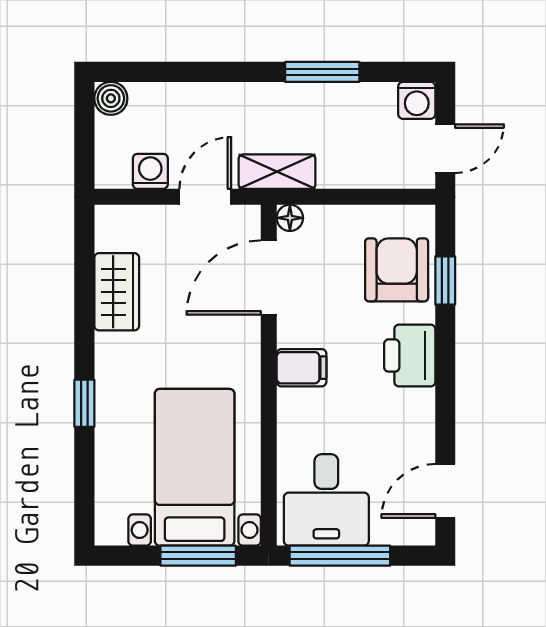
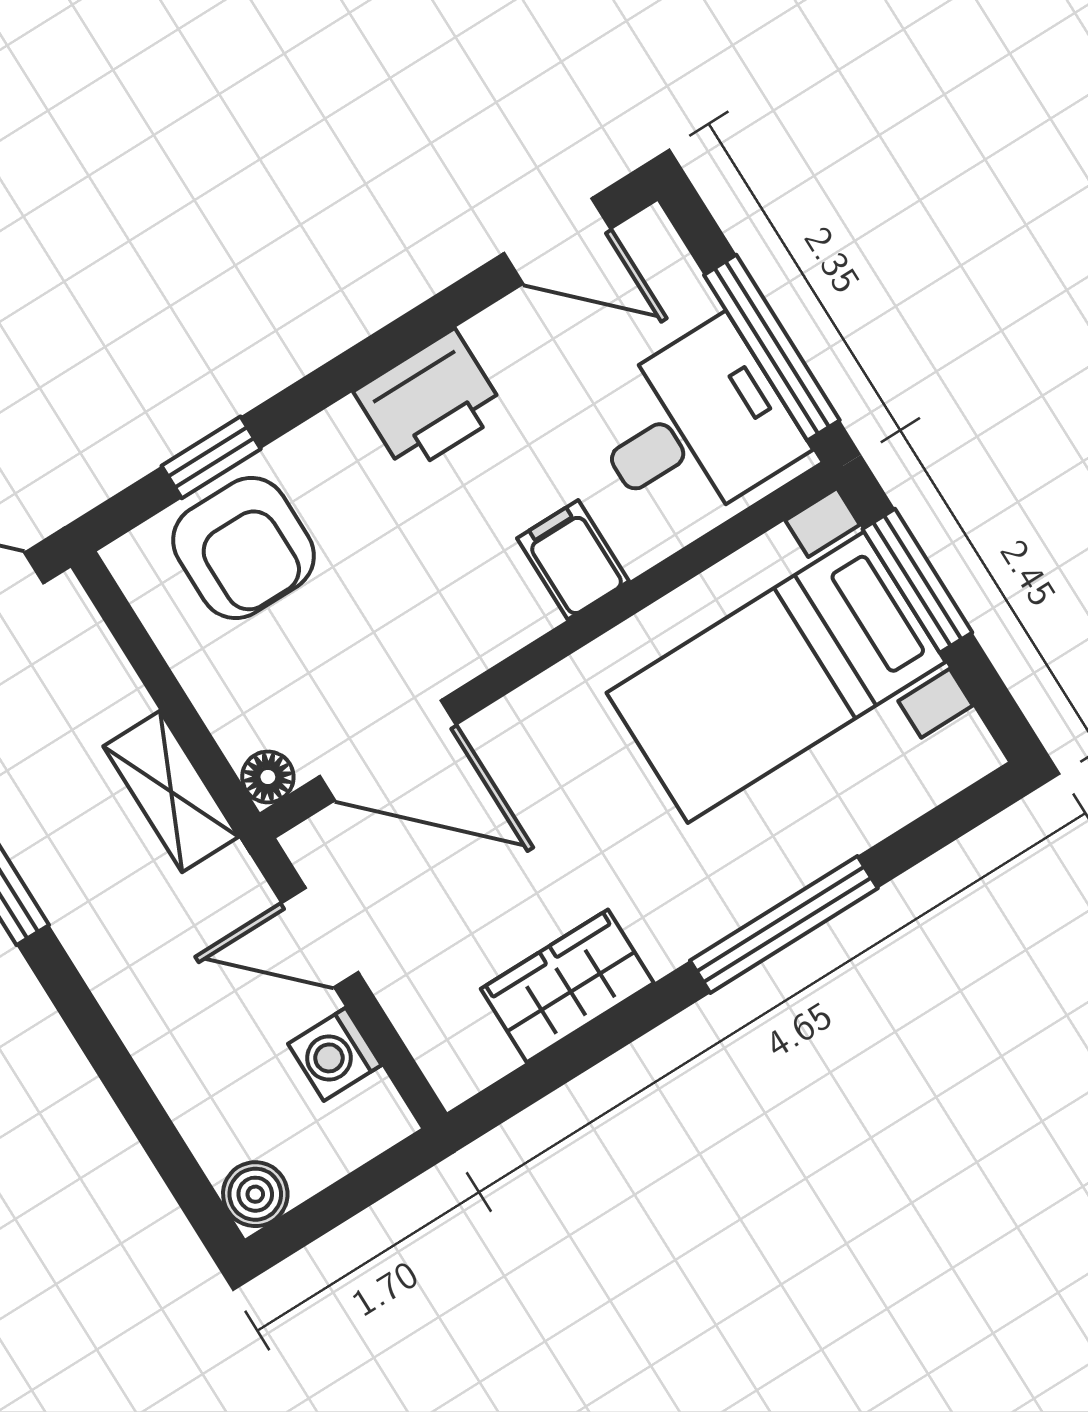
shelving: (277, 172) -> (171, 791), moved
armchair: (397, 270) -> (244, 548), turned -90
printer: (410, 356) -> (430, 402), moved
filing cabinet: (301, 368) -> (573, 560), moved
window: (84, 403) -> (784, 924), width x2.17

